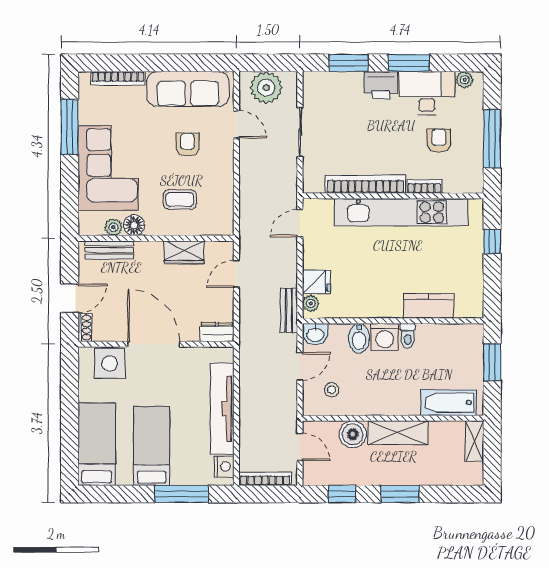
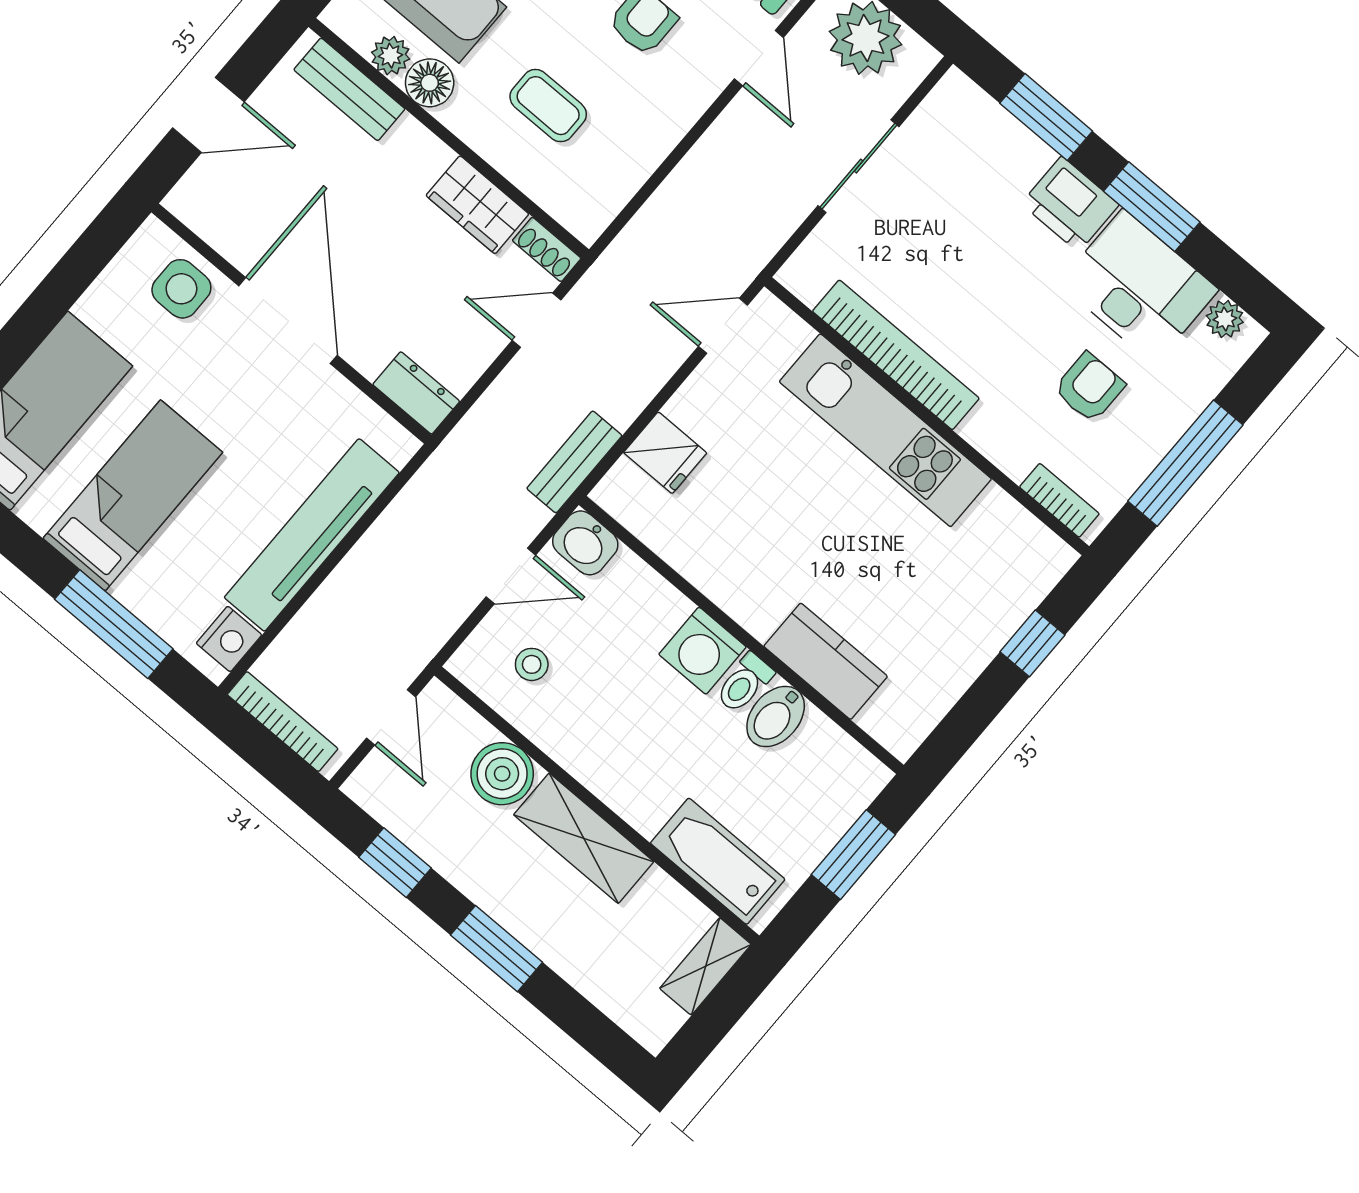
bookcase: (424, 187) -> (1059, 500), moved
kitchen unit: (401, 212) -> (885, 430), width x0.73
plant: (311, 303) -> (623, 482), removed
shoe rack: (85, 327) -> (547, 249), moved, turned 90
bidet: (359, 338) -> (776, 717), moved
side table: (110, 364) -> (181, 289), width x0.73, depth x0.73

